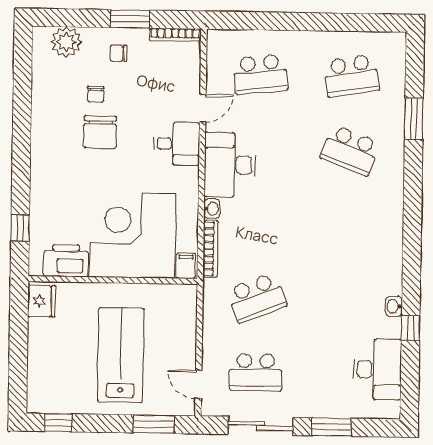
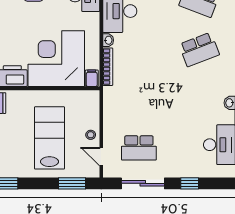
school desk: (257, 298) -> (199, 49), moved
stool: (183, 351) -> (91, 135), added
window: (331, 427) -> (190, 183), width x0.67

